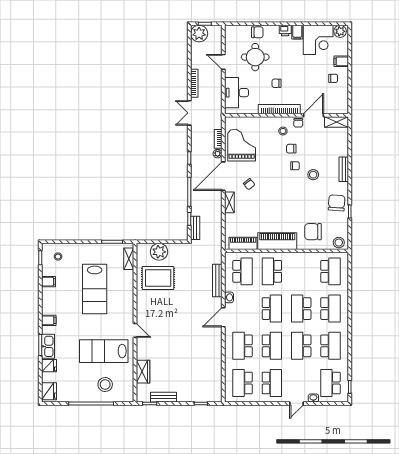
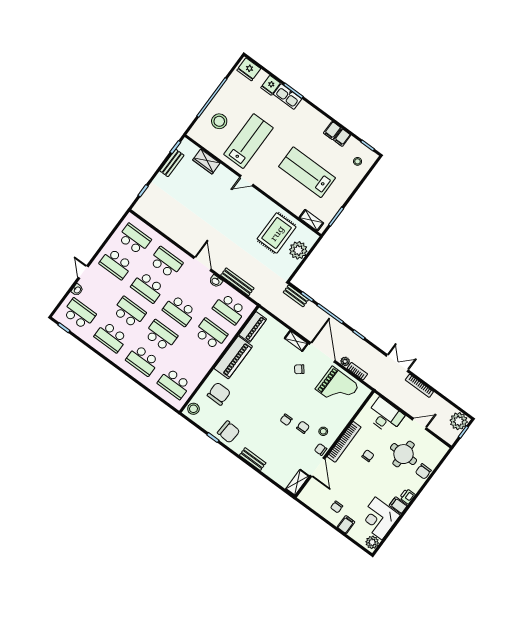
stool: (313, 175) -> (267, 430), removed
filing cabinet: (49, 320) -> (332, 131), moved

